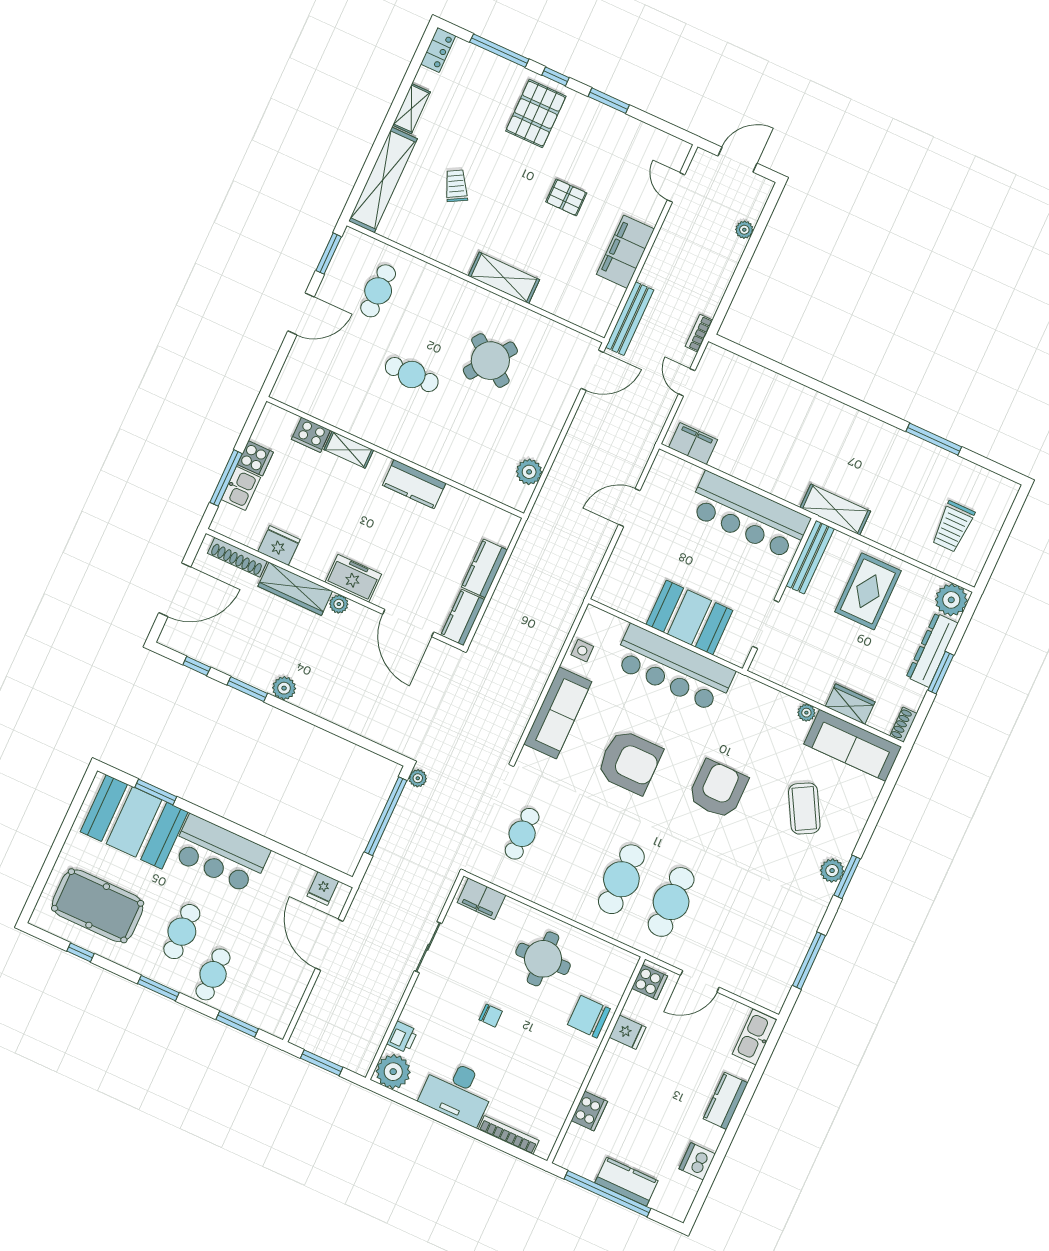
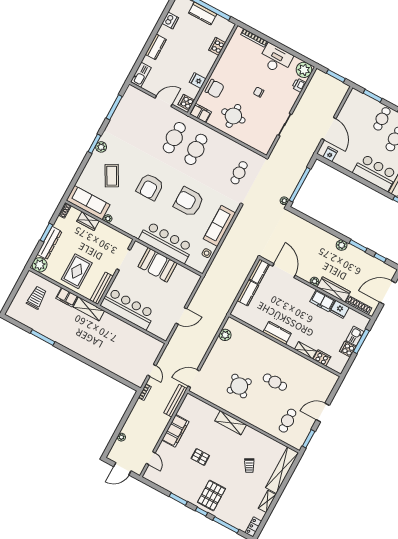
filing cabinet: (693, 444) -> (67, 297), moved
freezer: (353, 578) -> (322, 301), moved
filing cabinet: (481, 899) -> (200, 113), moved

